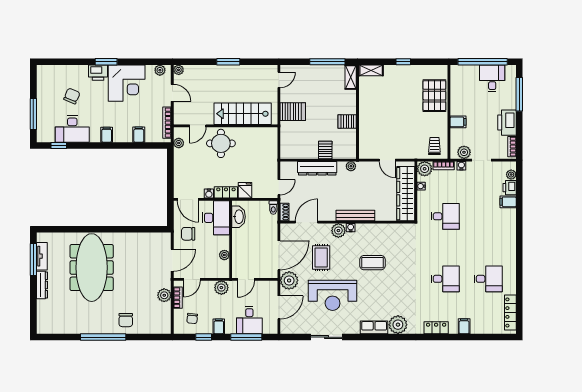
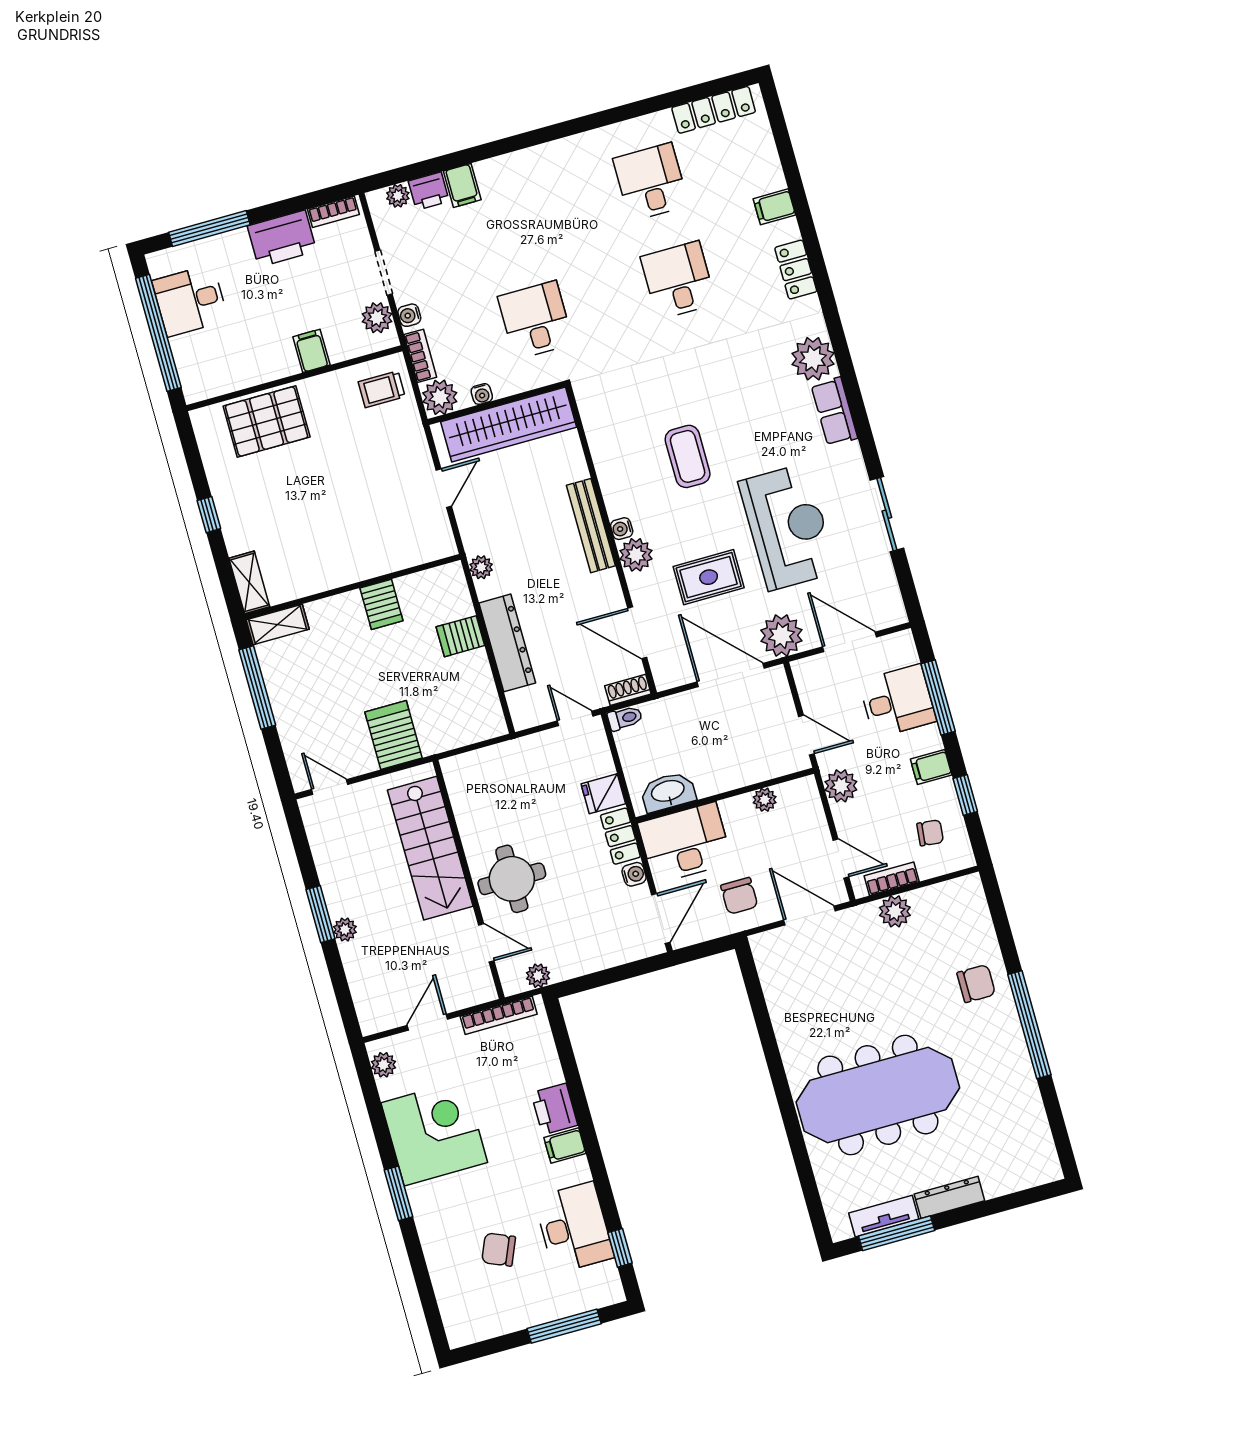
plant: (179, 70) -> (345, 930), moved
printer: (98, 73) -> (554, 1109), moved, turned 180
filing cabinet: (139, 135) -> (544, 1072), removed

